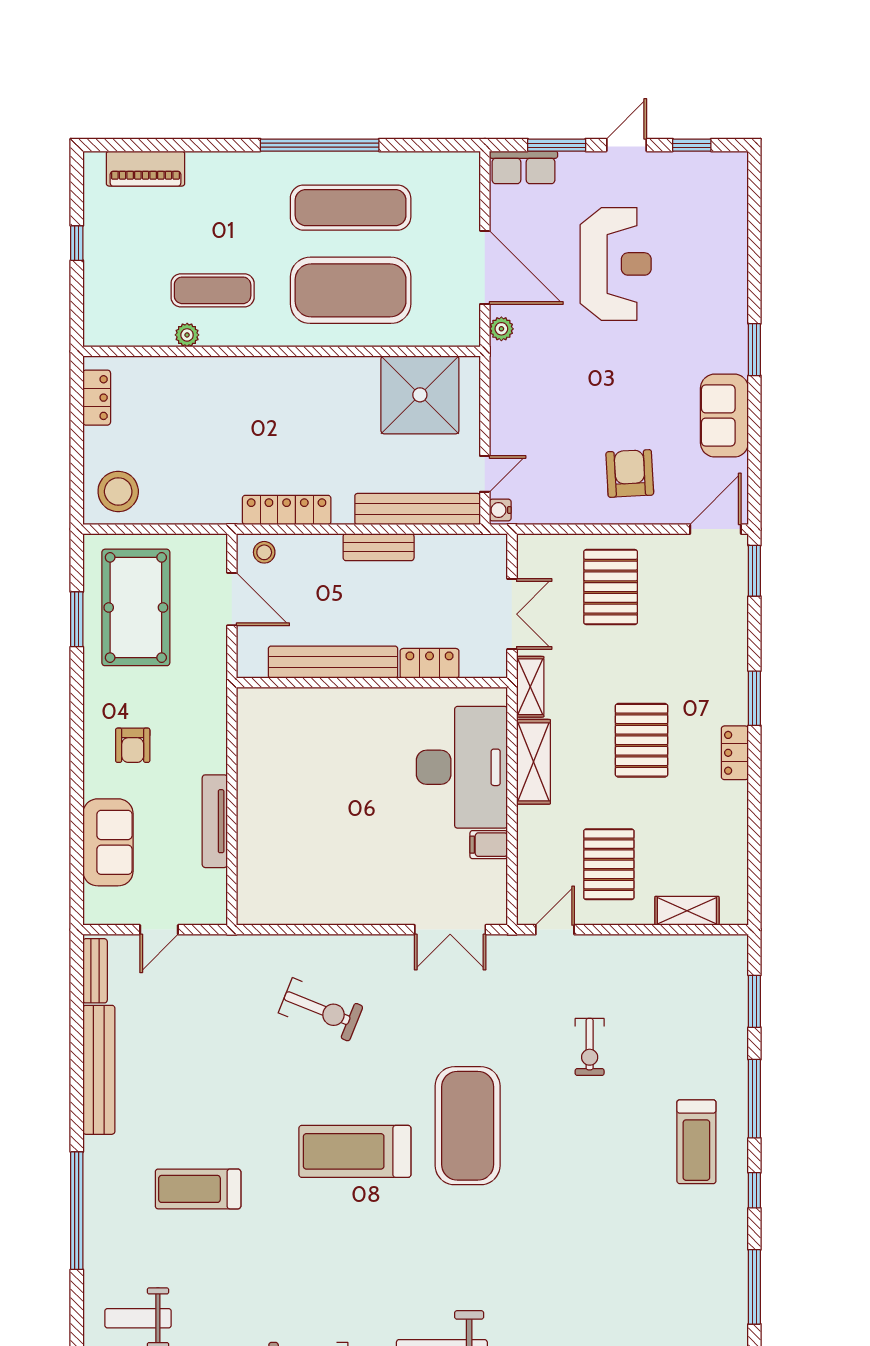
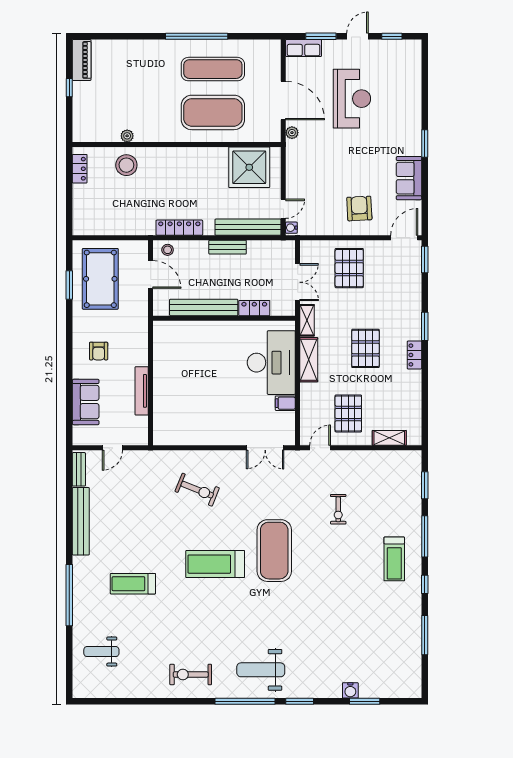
piano: (145, 169) -> (82, 60), moved, turned -90
exercise mat: (213, 290) -> (140, 112), removed
stool: (118, 491) -> (126, 165), moved

